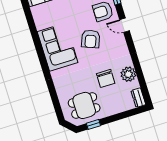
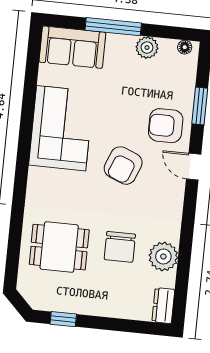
corner sofa: (58, 47) -> (61, 128), moved
dining table: (84, 105) -> (59, 247), moved

